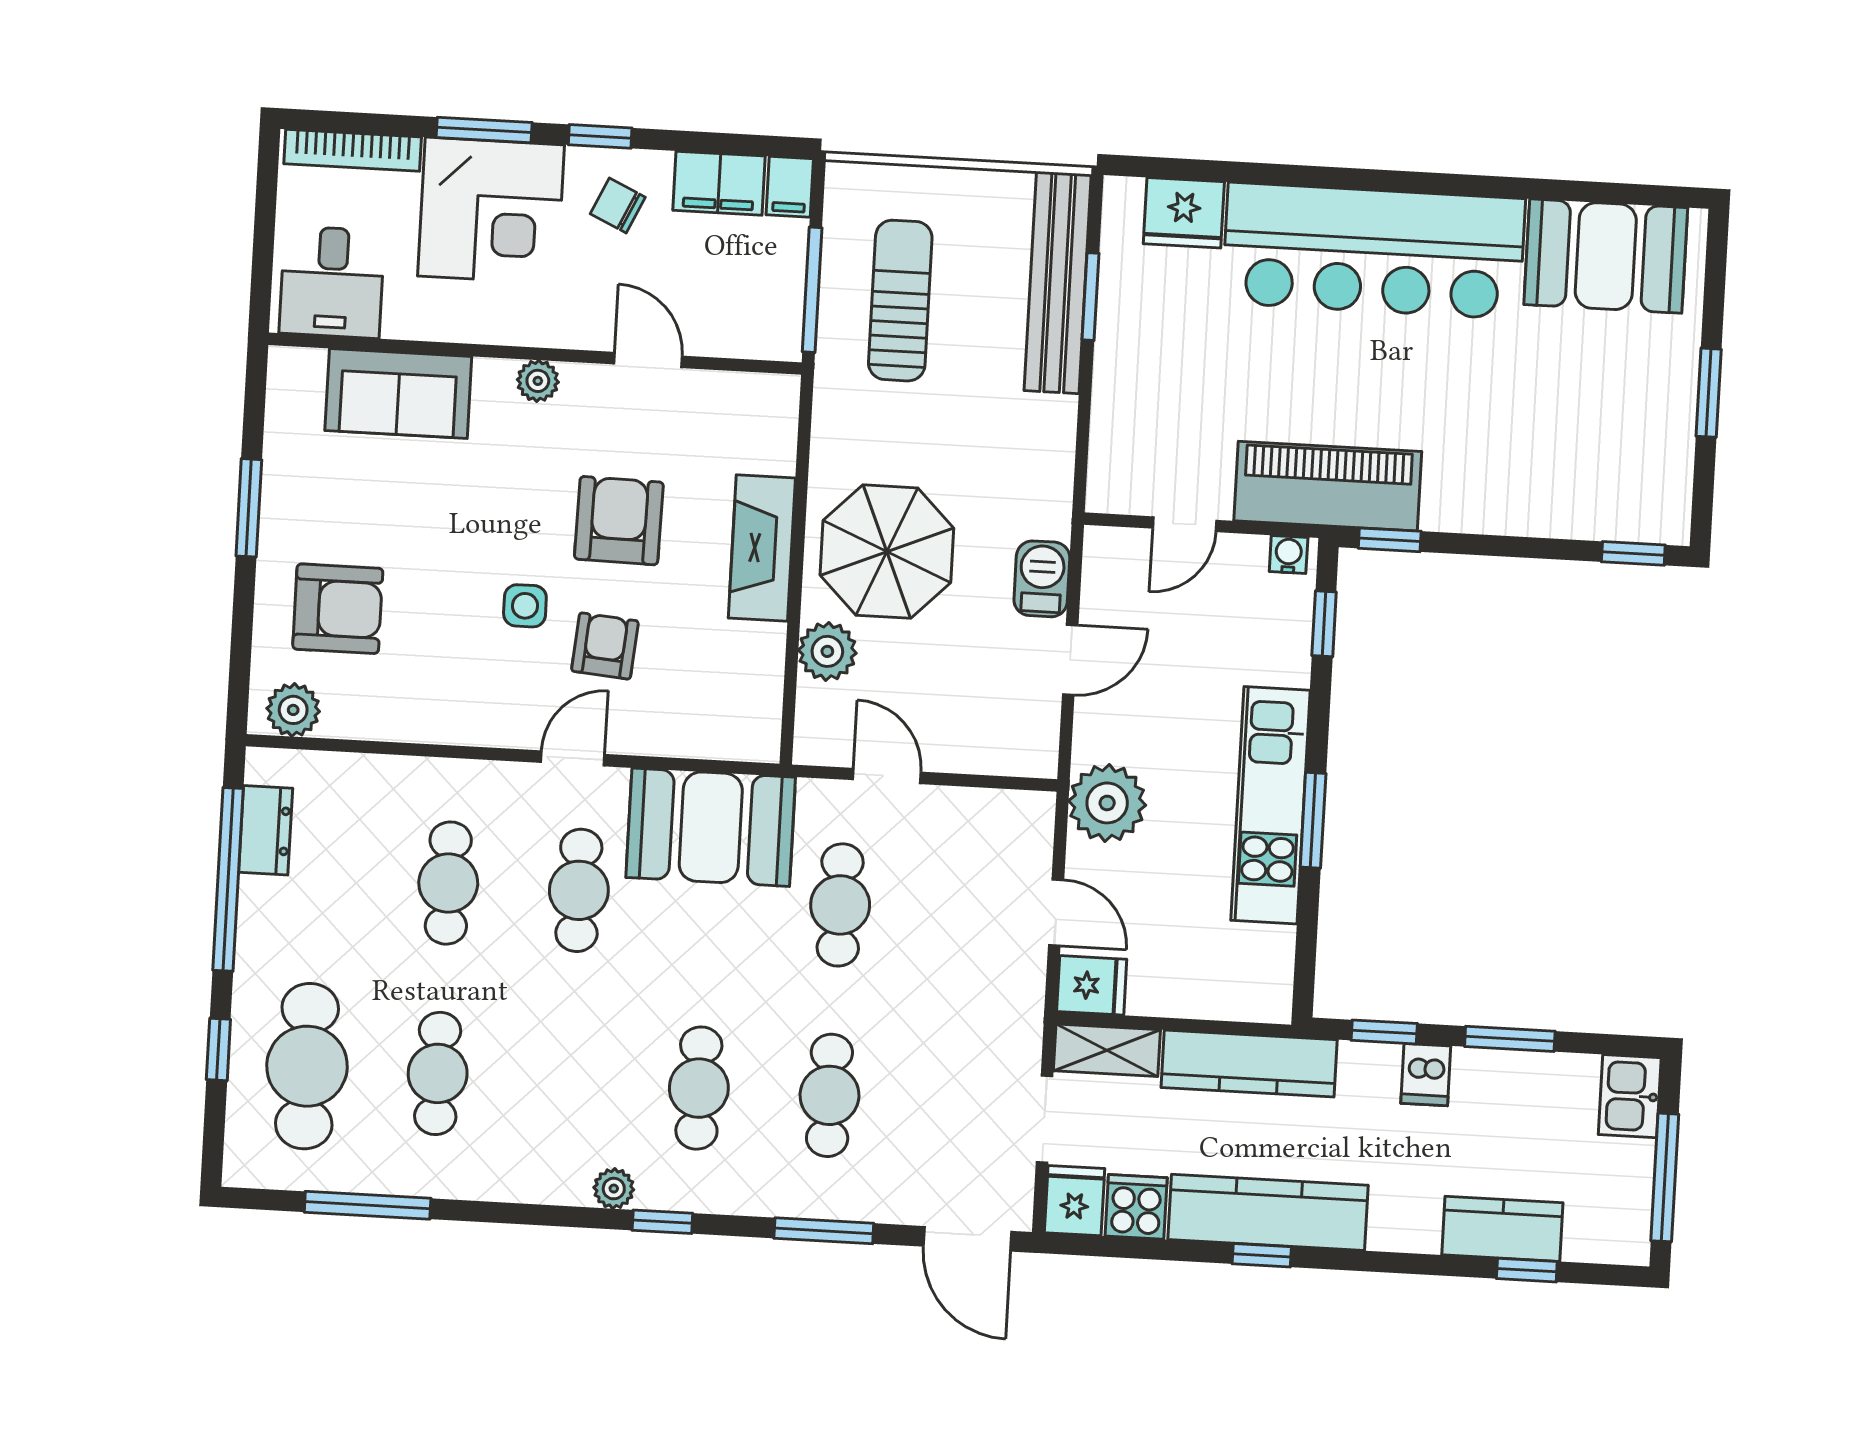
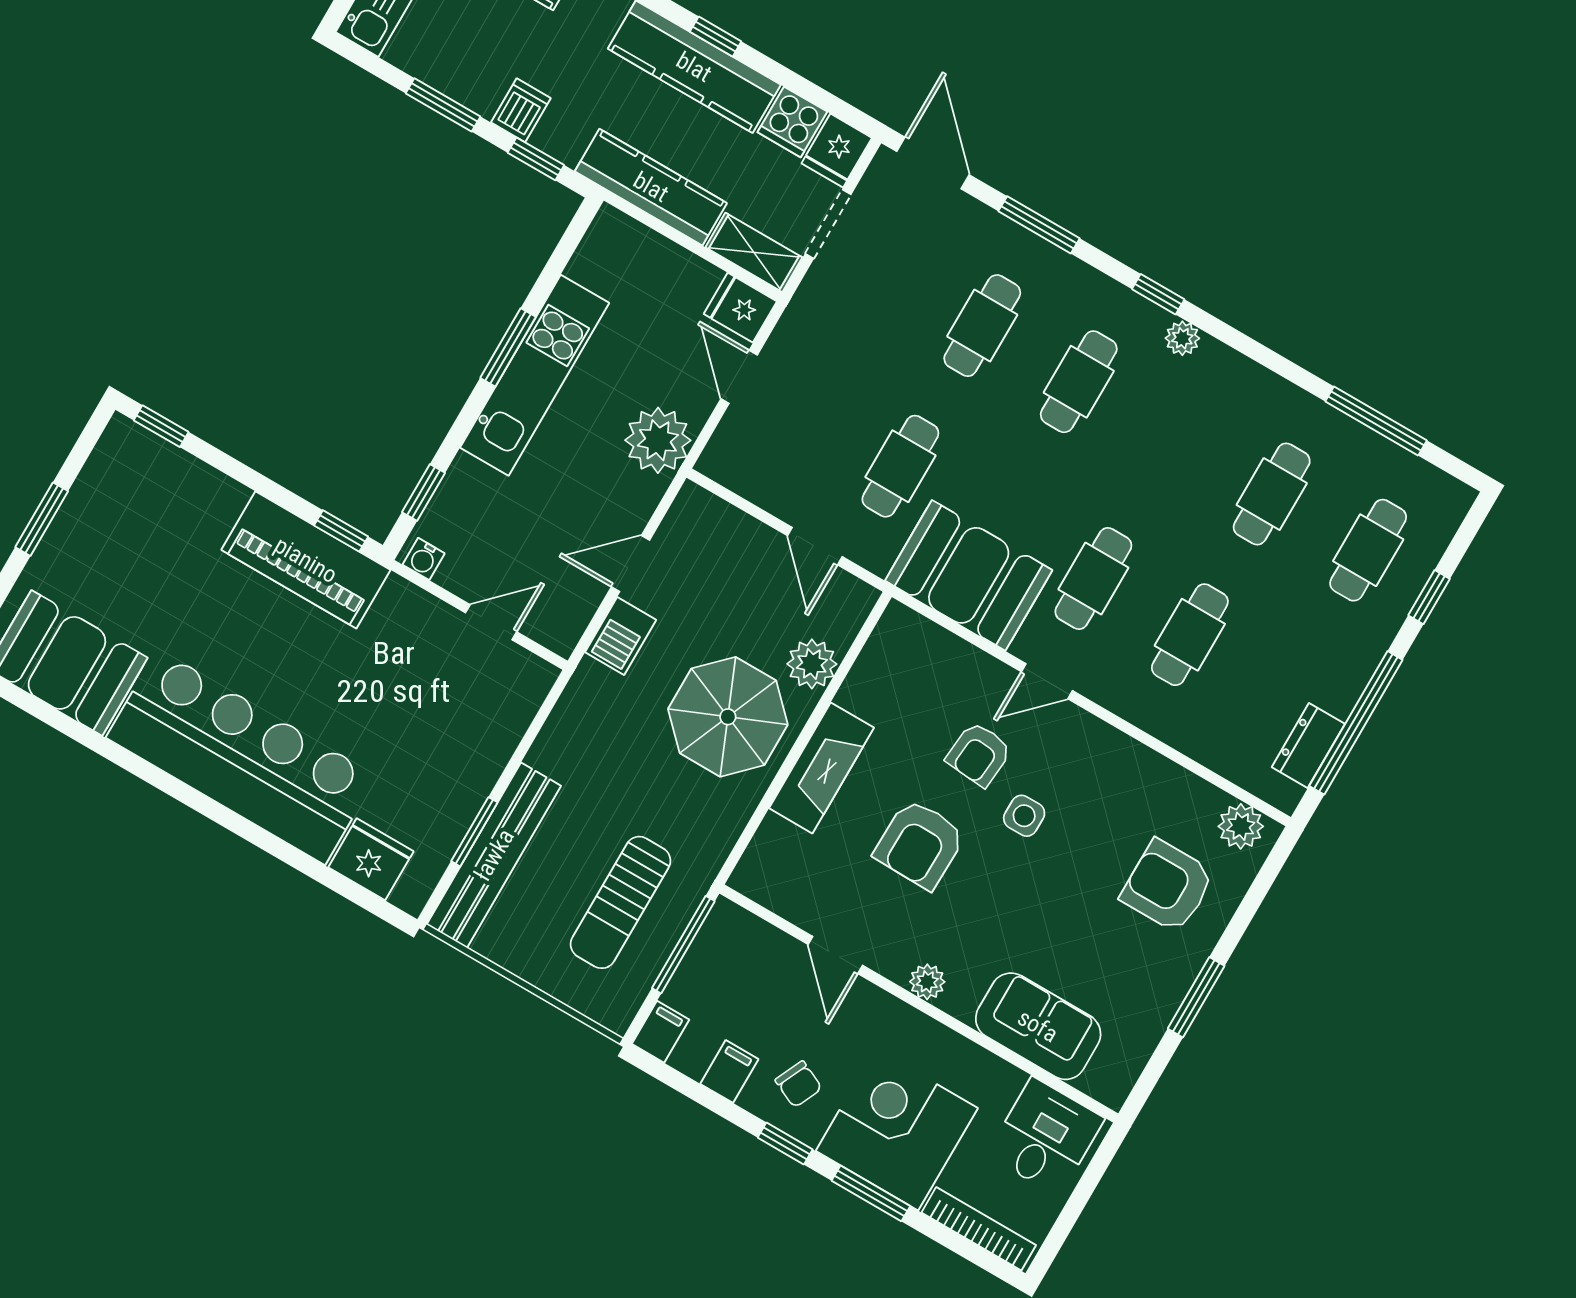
filing cabinet: (719, 183) -> (729, 1071), width x0.50
piano: (1328, 486) -> (306, 560), moved
cafe table: (307, 1066) -> (1368, 550), width x0.73, depth x0.74

